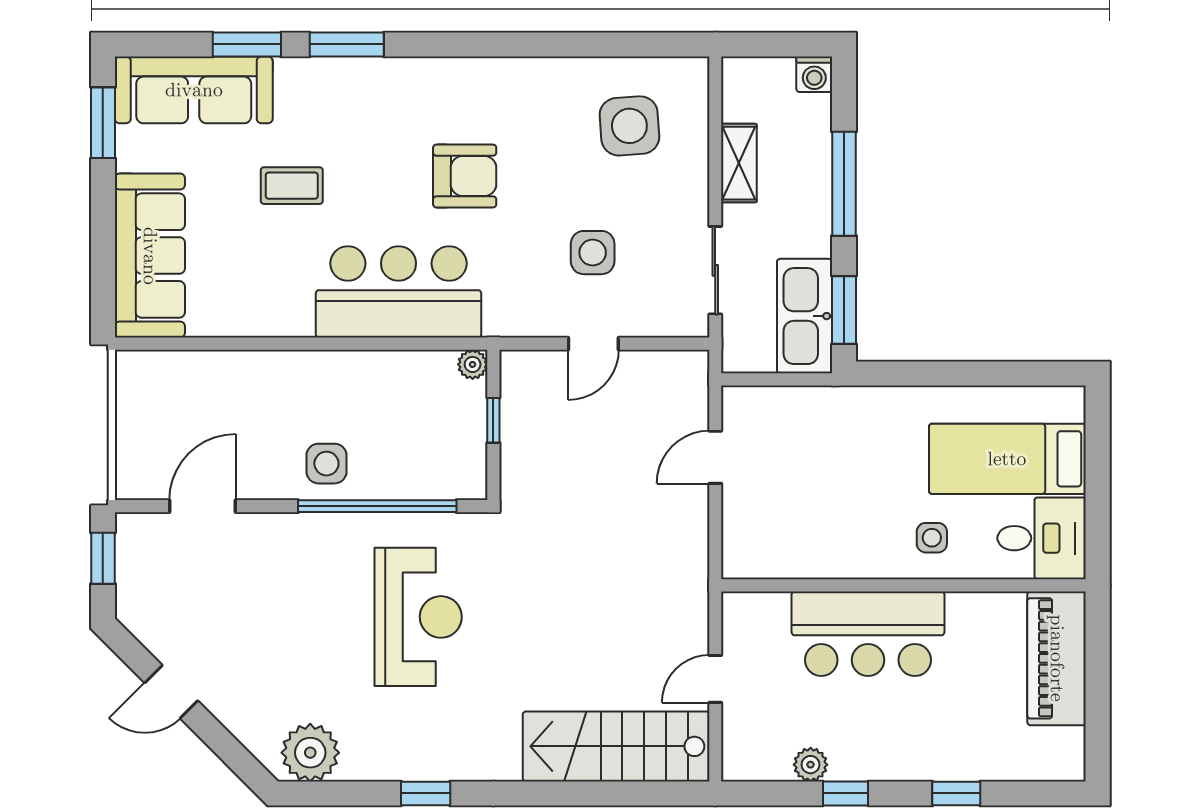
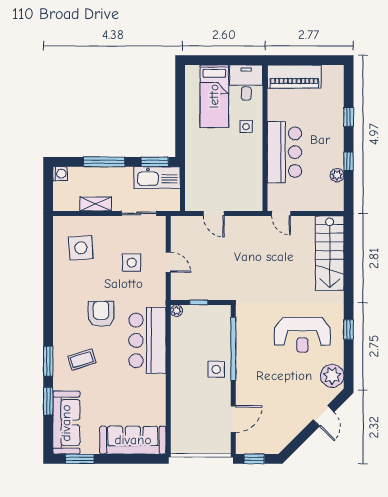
coffee table: (292, 186) -> (82, 360), moved, turned 72
door: (202, 506) -> (233, 419), swing flipped
reception desk: (418, 617) -> (302, 335), moved, turned 180
door: (715, 679) -> (281, 213), moved
door: (171, 692) -> (323, 416), moved

